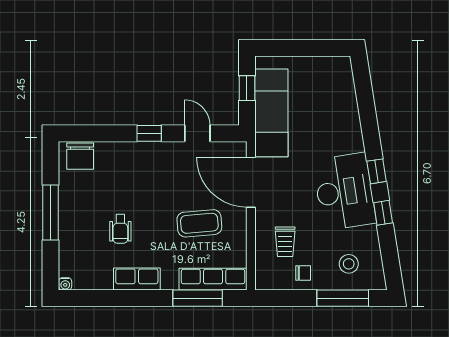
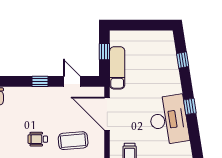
exam couch: (271, 113) -> (117, 68), width x0.73, depth x0.69
window: (383, 213) -> (183, 60), moved
wheelchair: (120, 229) -> (38, 139), moved, turned 90

